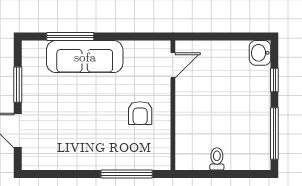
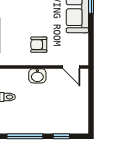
washbasin: (260, 53) -> (37, 76), moved, turned 180

